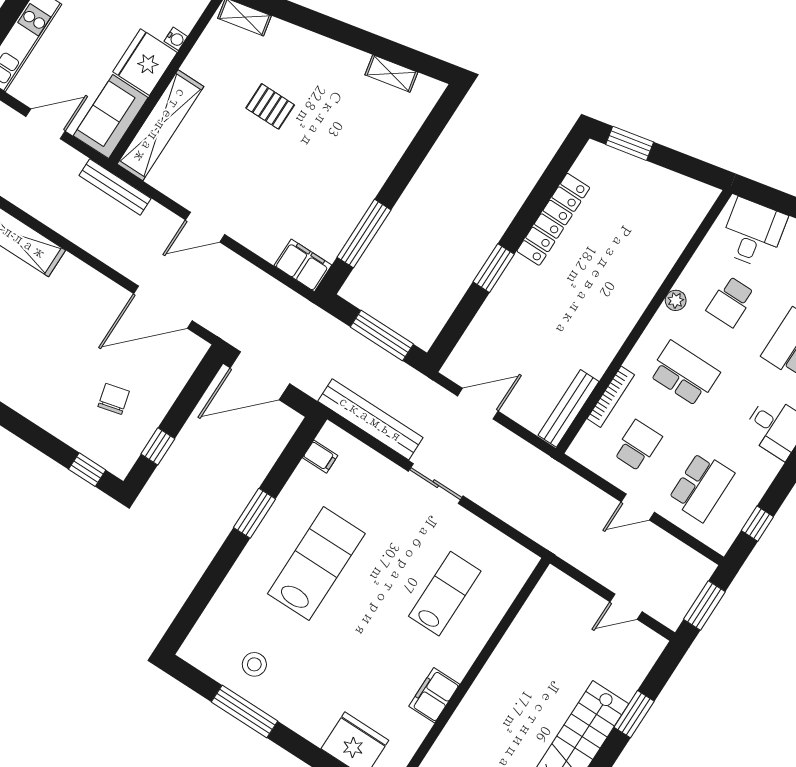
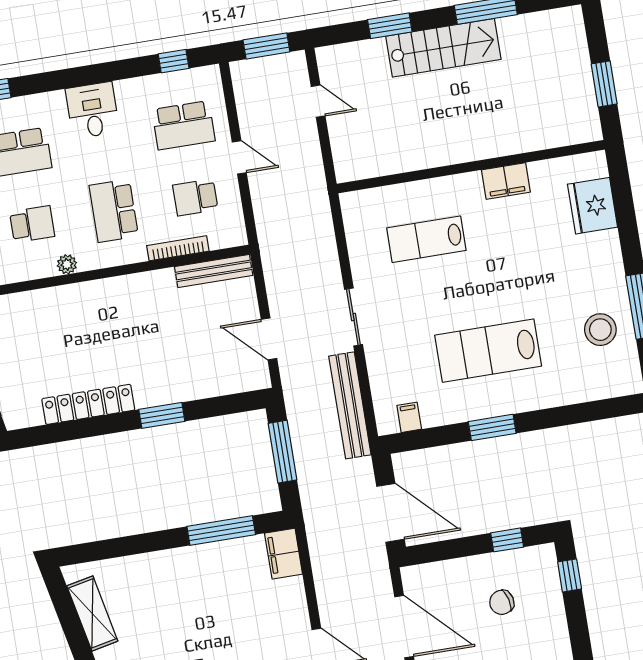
shelving: (391, 74) -> (92, 613), width x1.50, depth x1.33
school desk: (701, 487) -> (183, 125), turned 180
stool: (254, 664) -> (600, 330), width x1.38, depth x1.38

